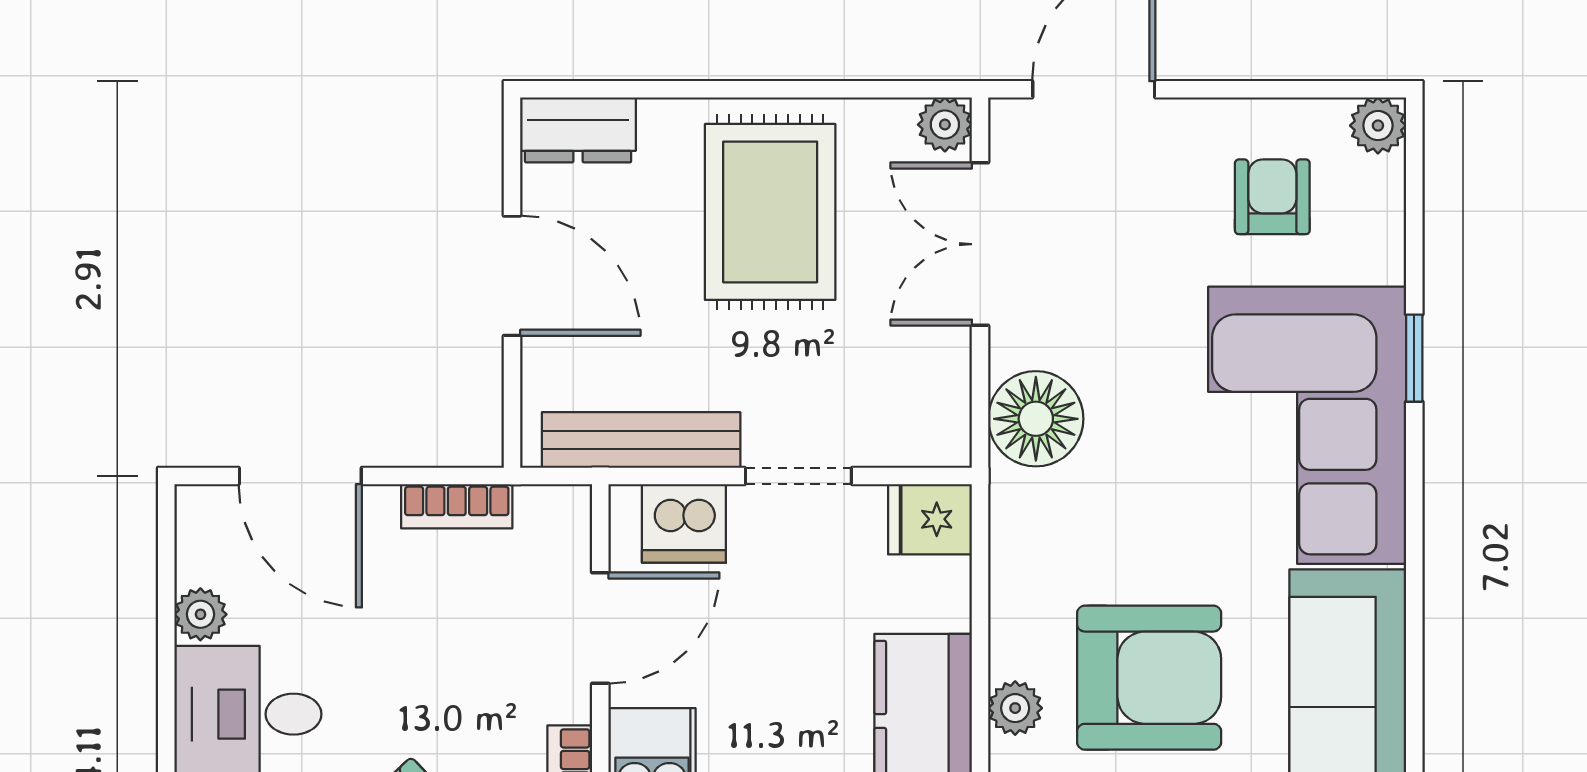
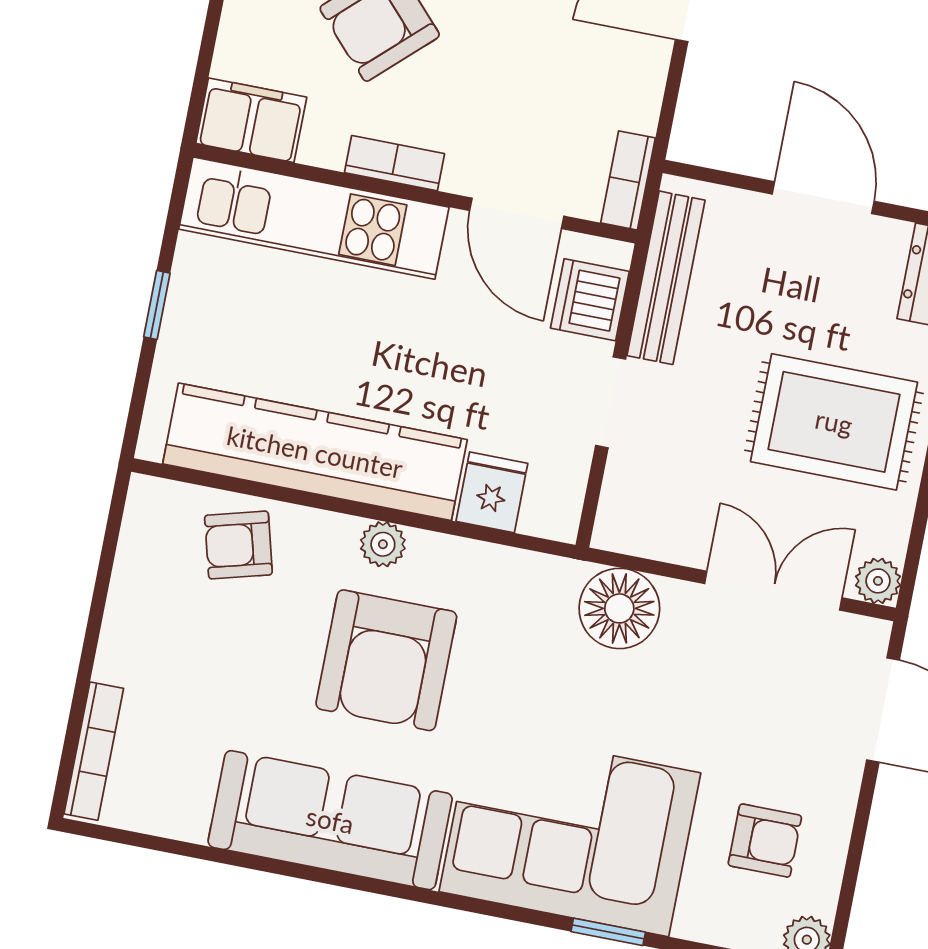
door: (512, 276) -> (823, 198), swing flipped
bookcase: (457, 506) -> (628, 180), moved
fridge: (930, 519) -> (492, 492), moved

